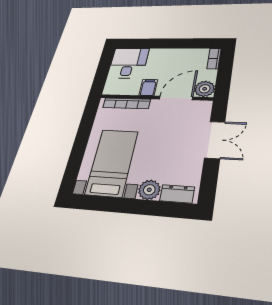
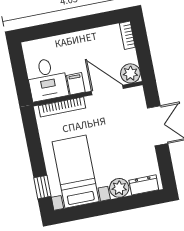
desk: (128, 63) -> (47, 79), moved, turned 180
door: (176, 98) -> (107, 90), hinge flipped
window: (73, 168) -> (42, 187), added

